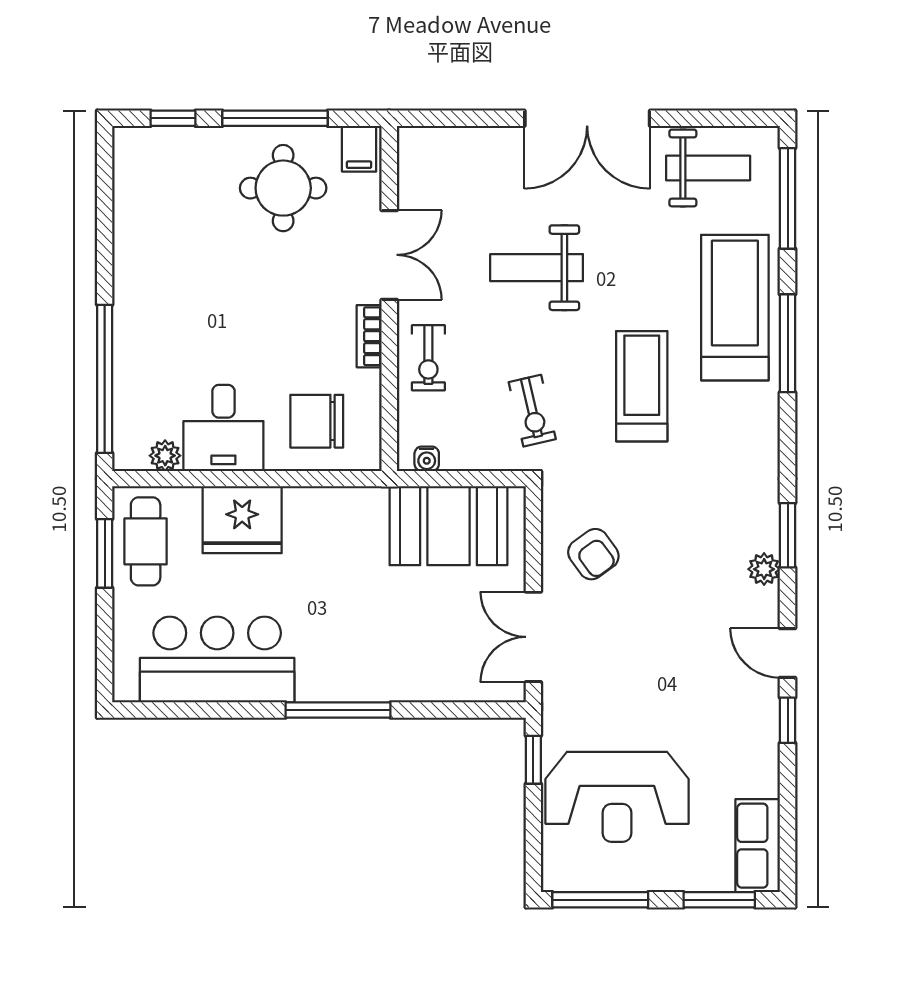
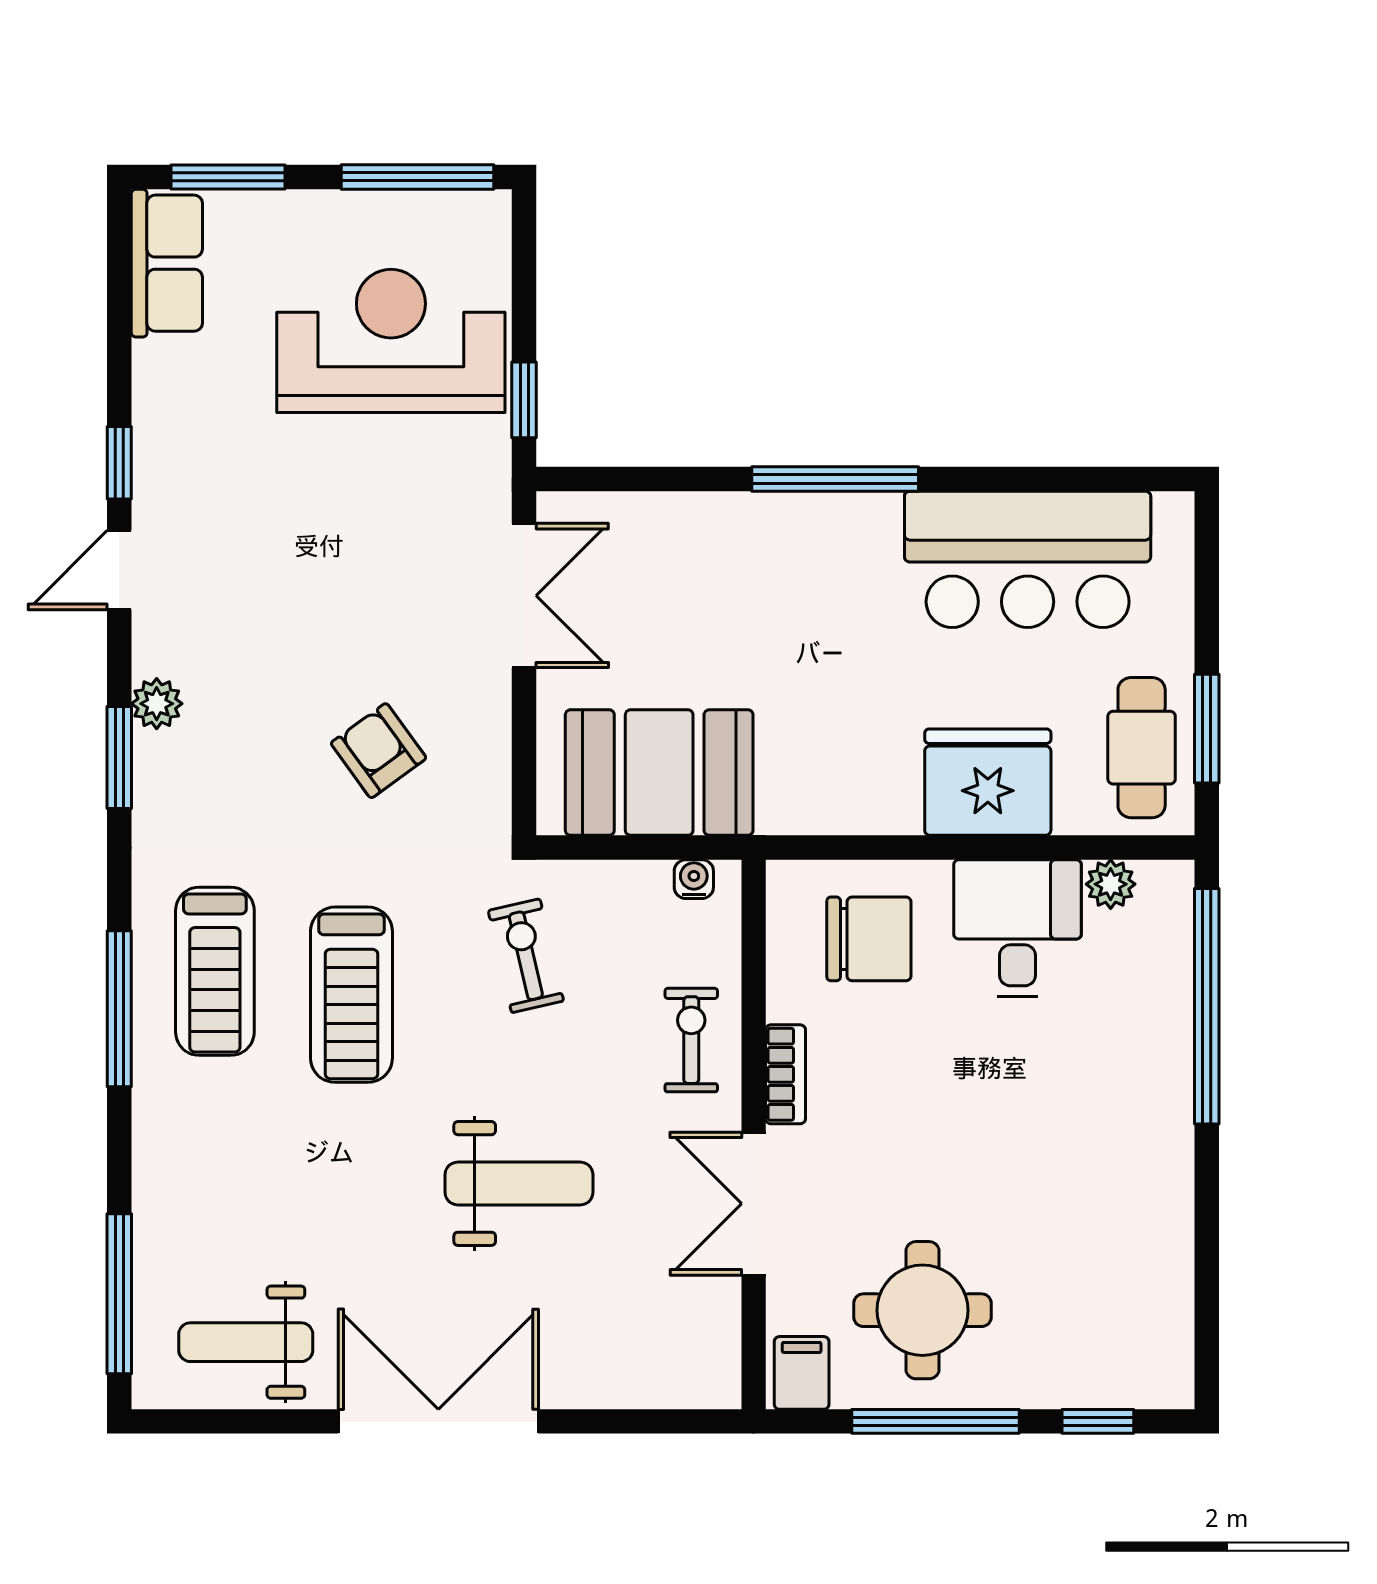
treadmill: (735, 308) -> (215, 971), moved, width x0.73, depth x0.73
window: (788, 343) -> (119, 1009), moved
armchair: (593, 554) -> (378, 751), moved
door: (788, 653) -> (119, 570), swing flipped

